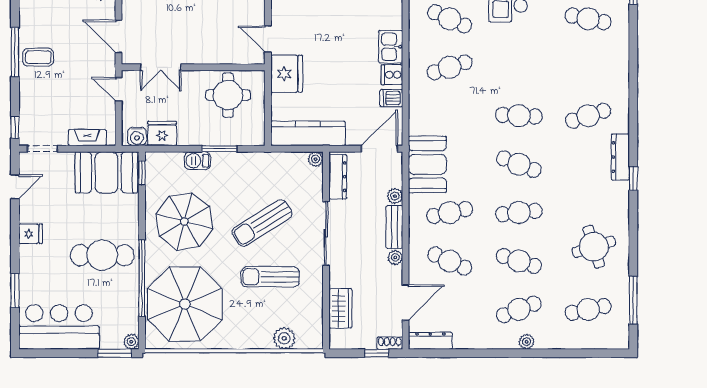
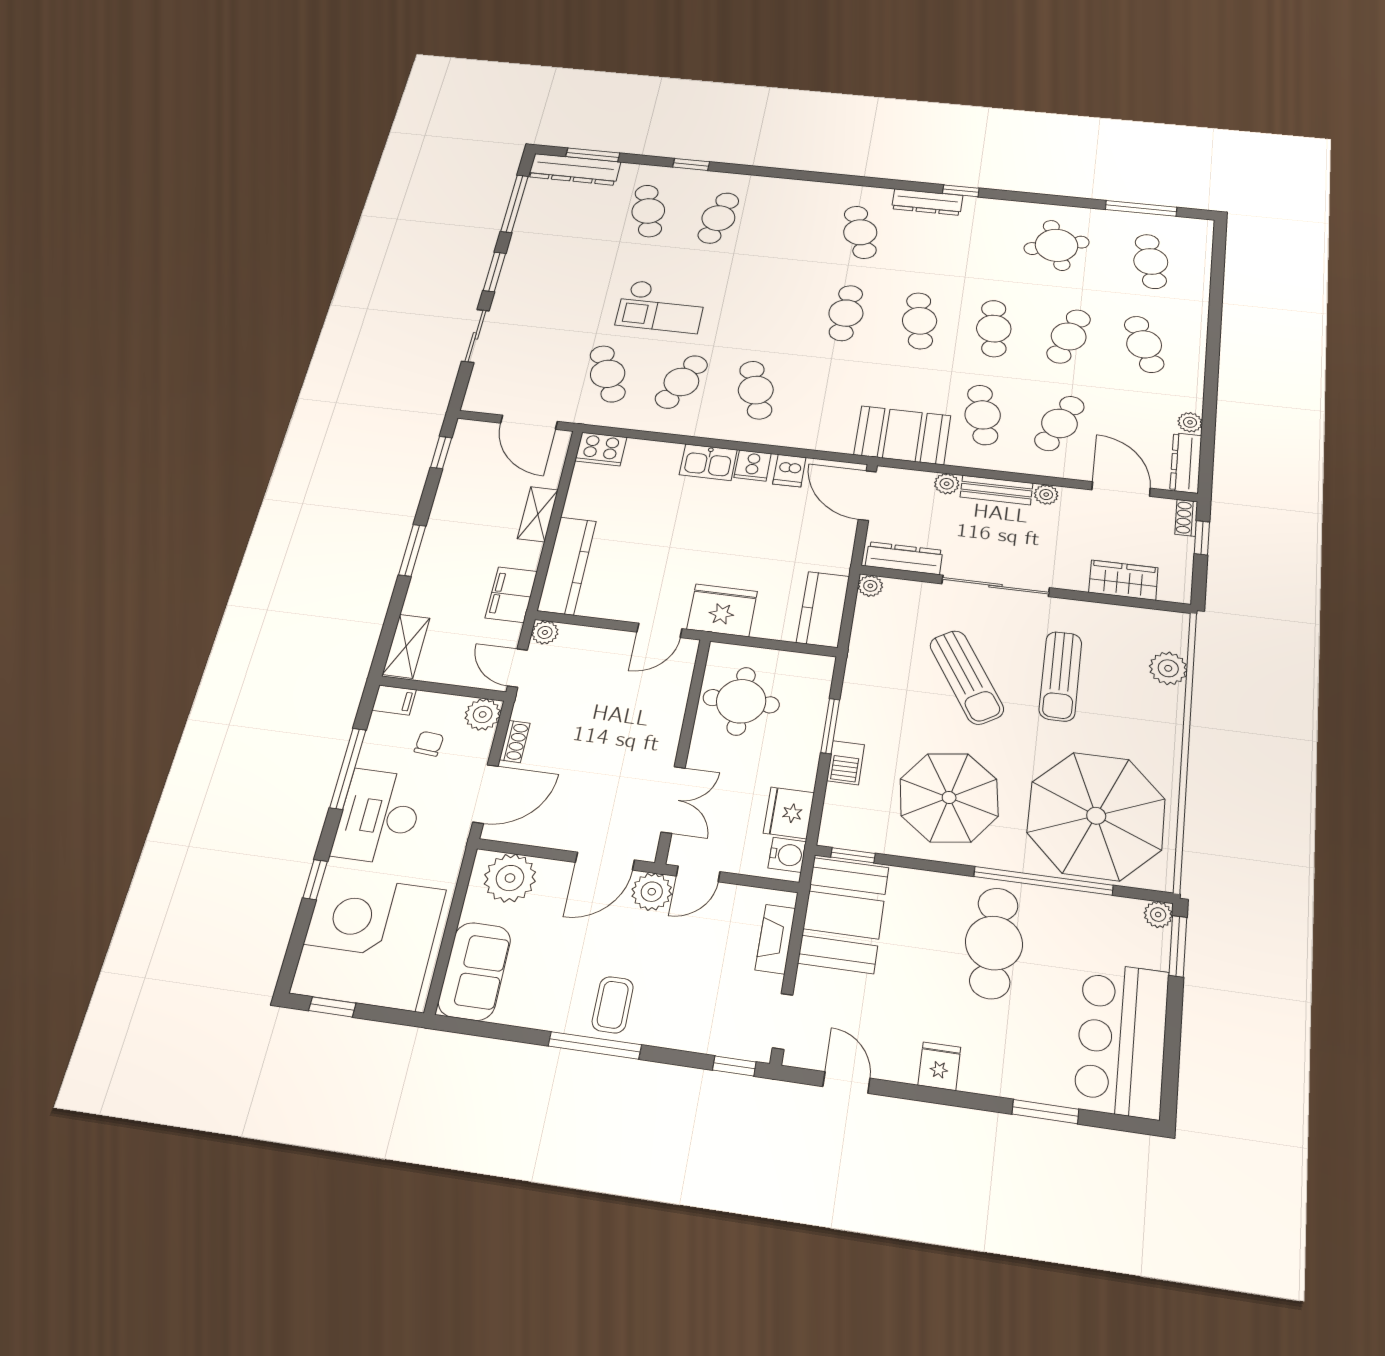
plant: (105, 66) -> (652, 892), added
kitchen counter: (308, 133) -> (823, 609), width x0.67
cafe table: (519, 164) -> (920, 321), turned -30
plant: (527, 342) -> (1190, 422), moved

